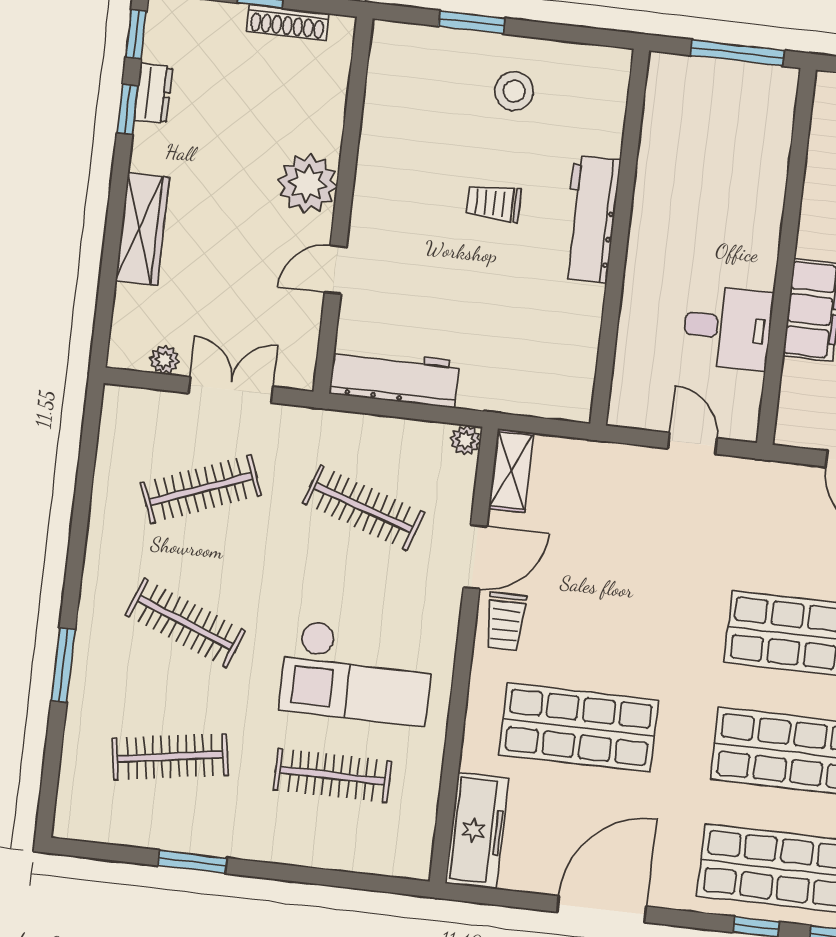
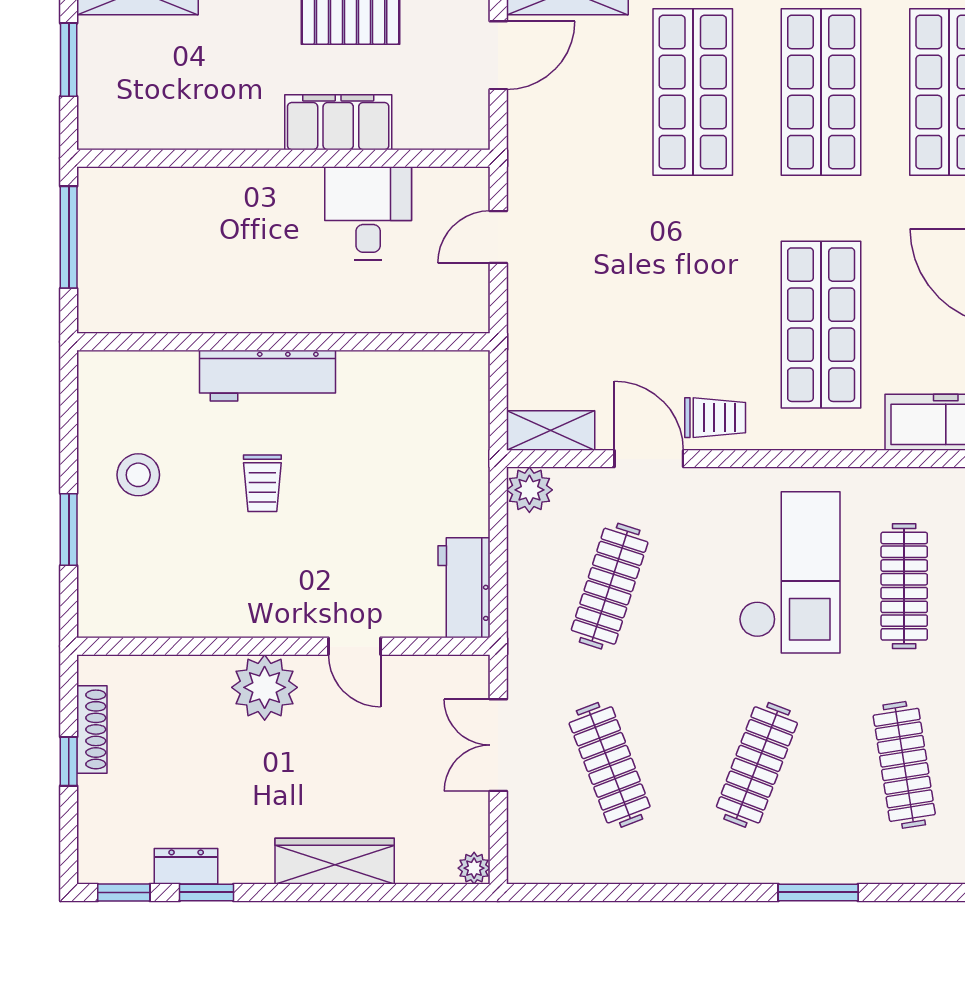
plant: (164, 360) -> (474, 868), moved
workbench: (394, 377) -> (464, 588), width x0.73
plant: (466, 440) -> (529, 490), width x1.38, depth x1.38

